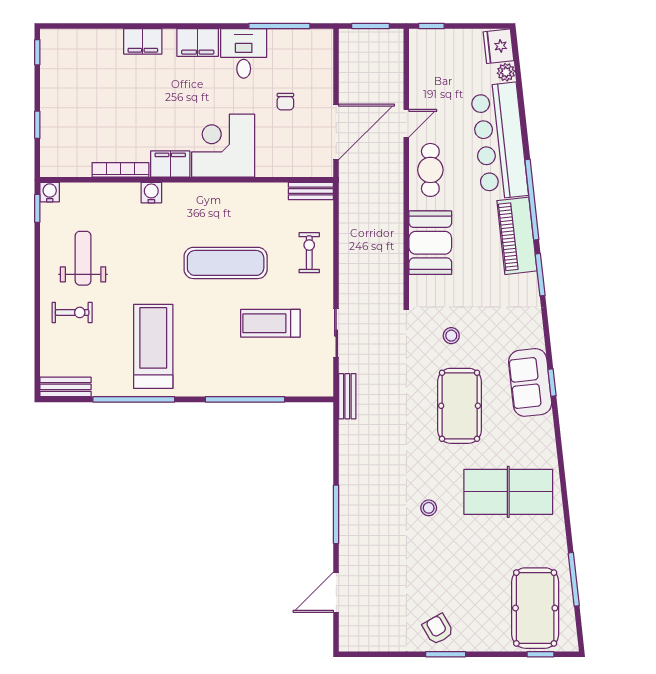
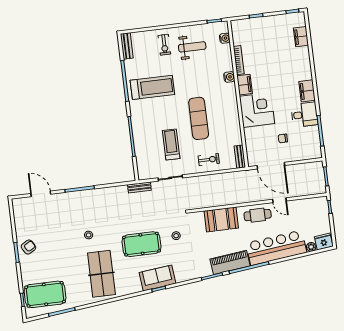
filing cabinet: (143, 41) -> (301, 37), moved
water cooler: (50, 192) -> (225, 38), moved

